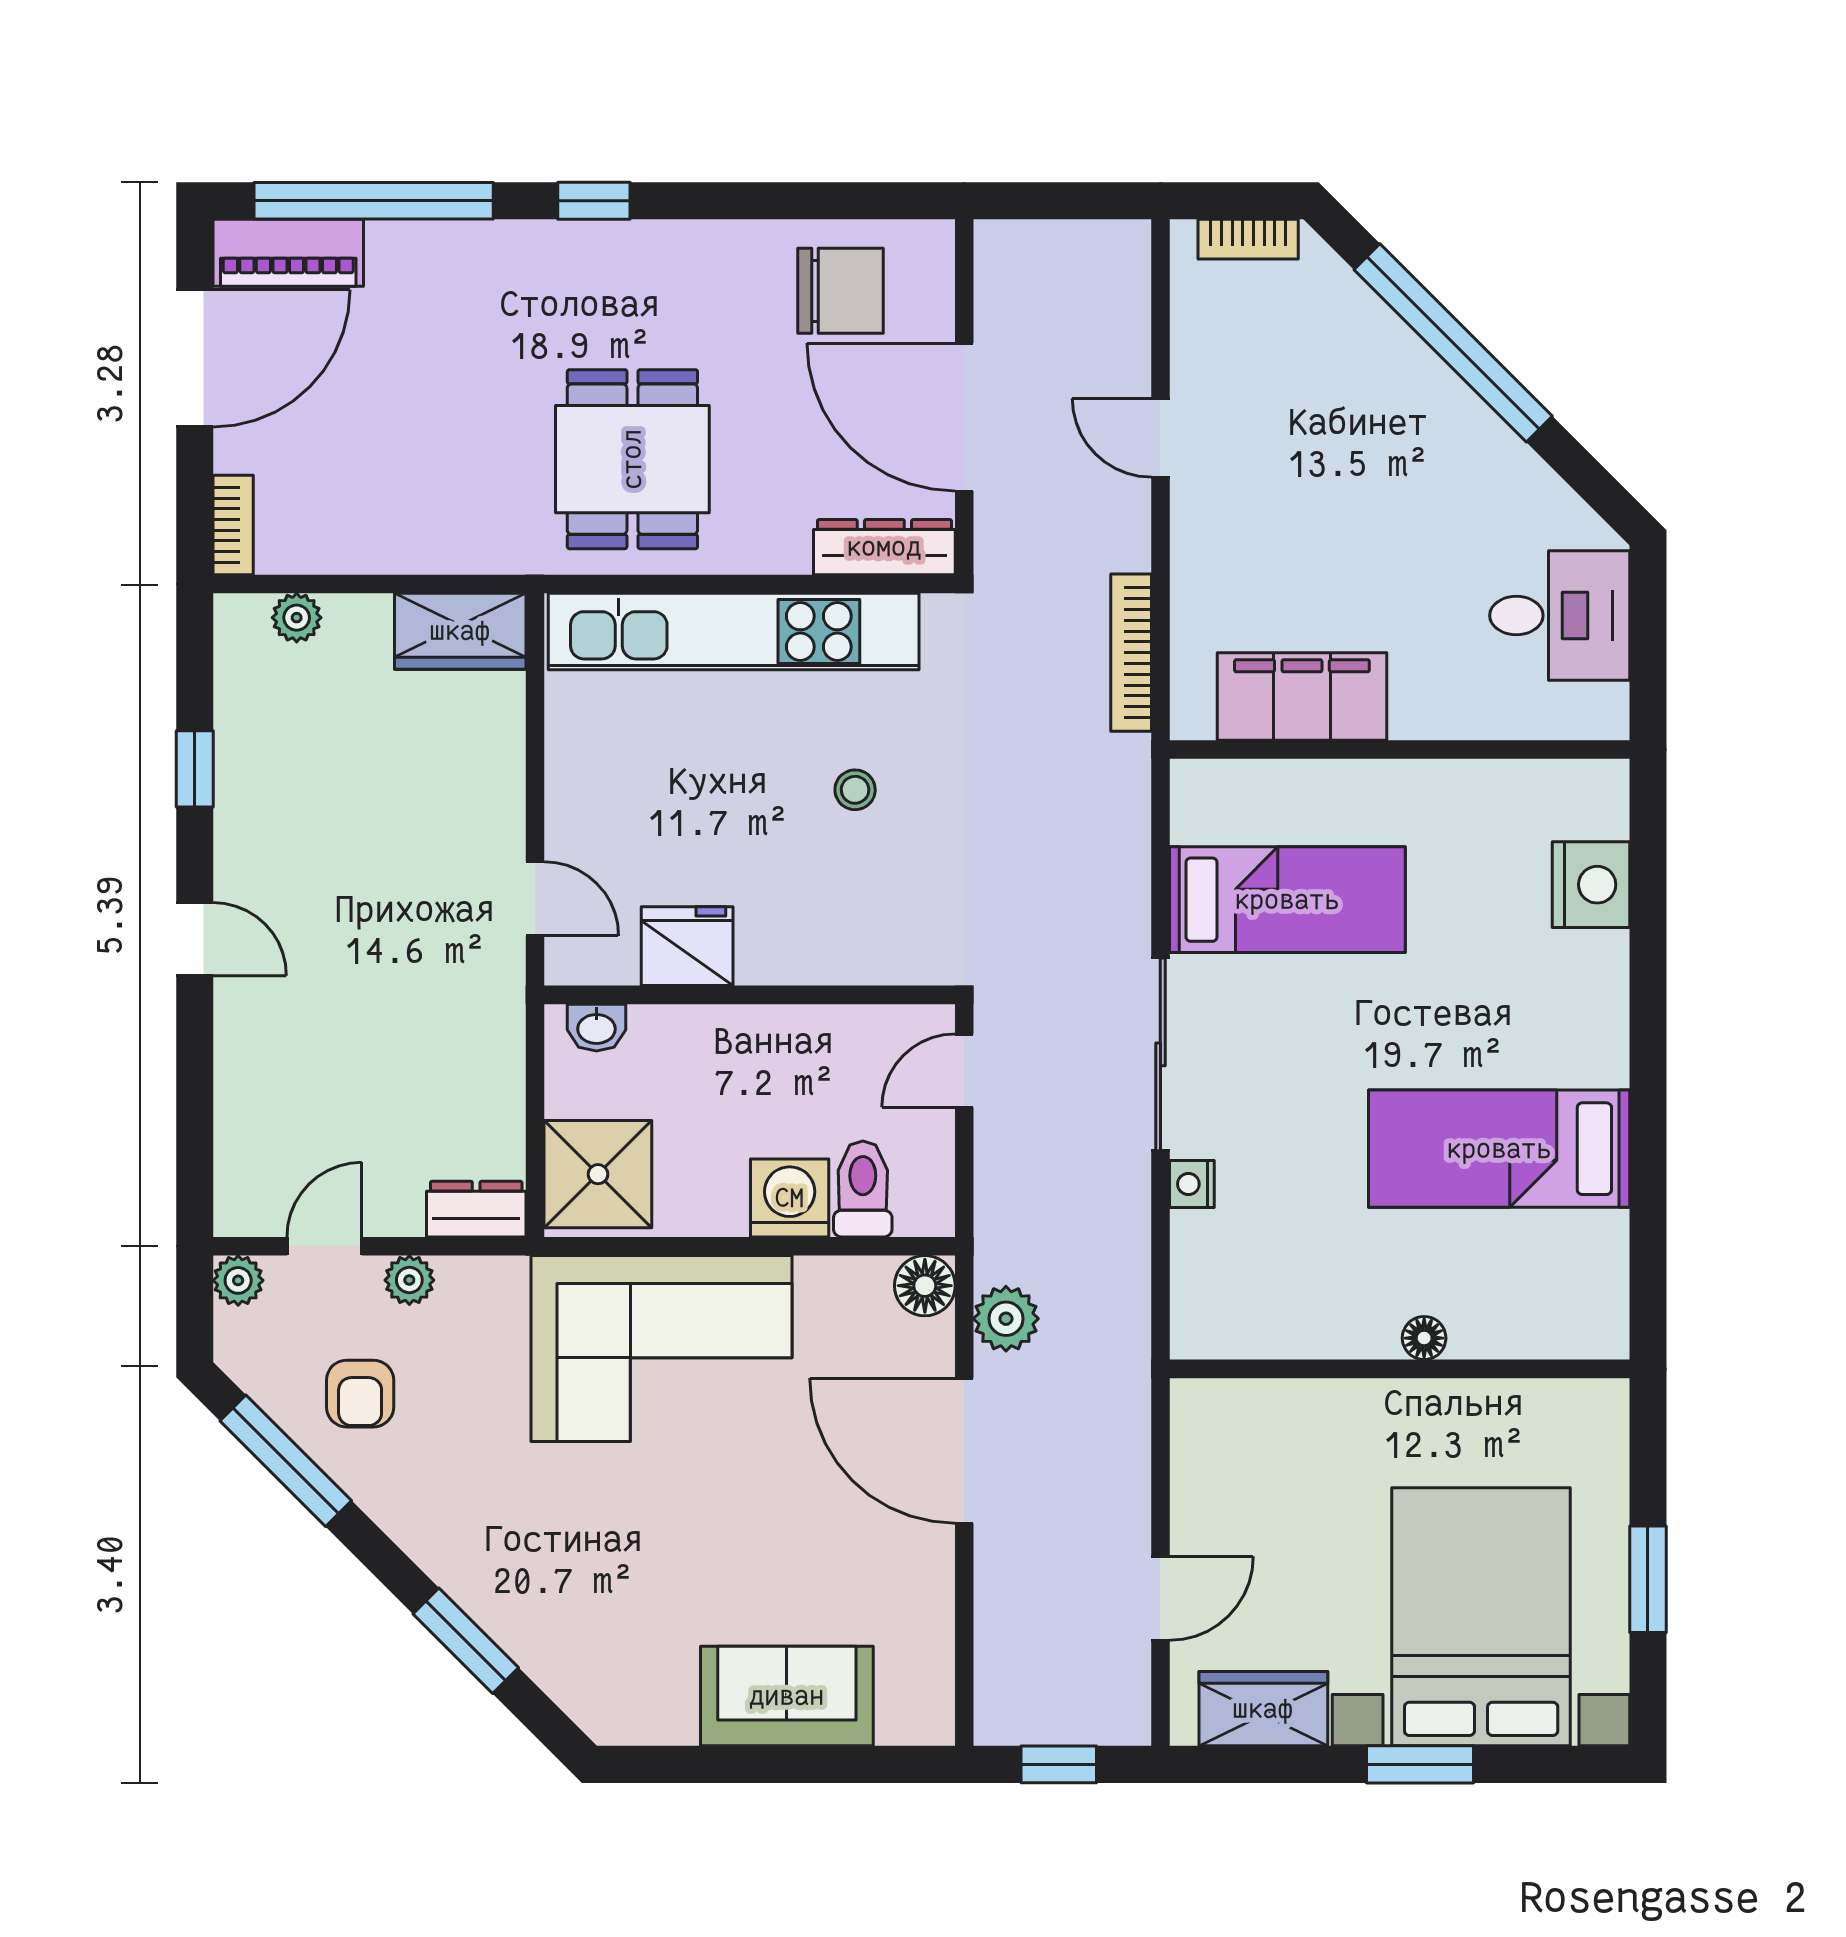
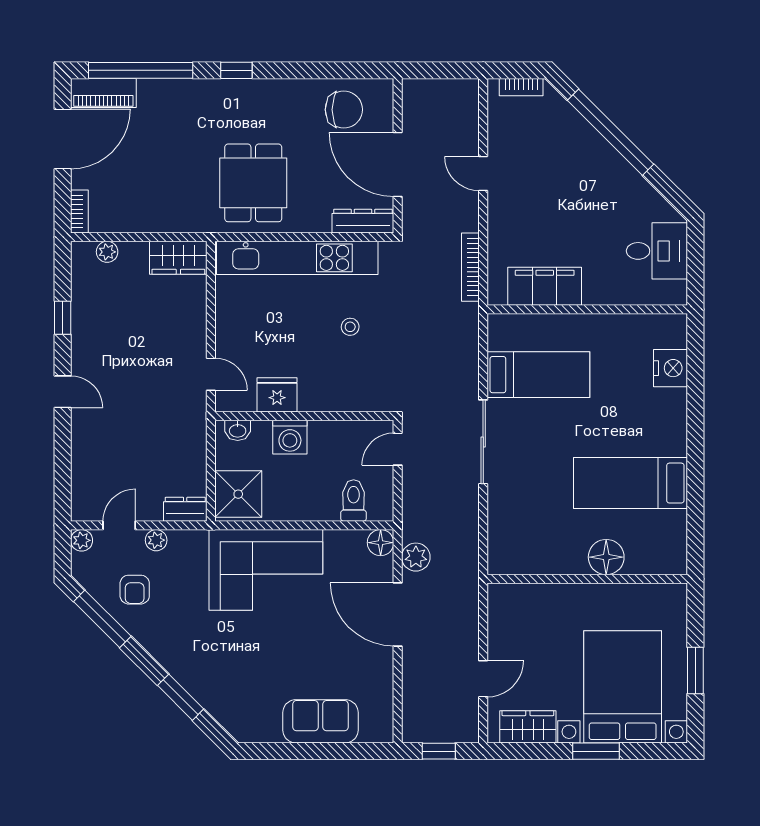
nightstand: (1192, 1184) -> (497, 498), removed
washing machine: (790, 1198) -> (290, 437), moved, turned 180
floor lamp: (1424, 1338) -> (606, 557), width x1.89, depth x1.89

